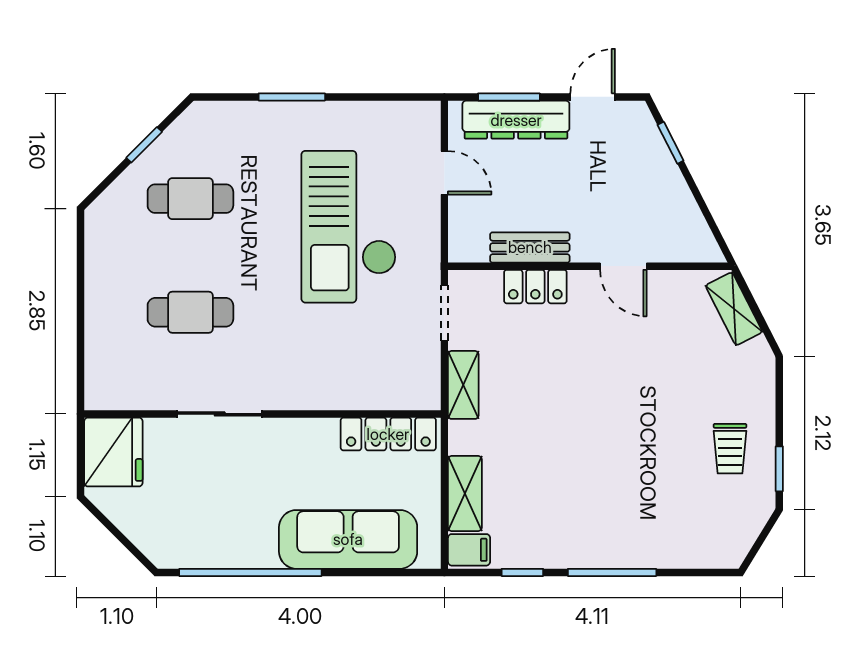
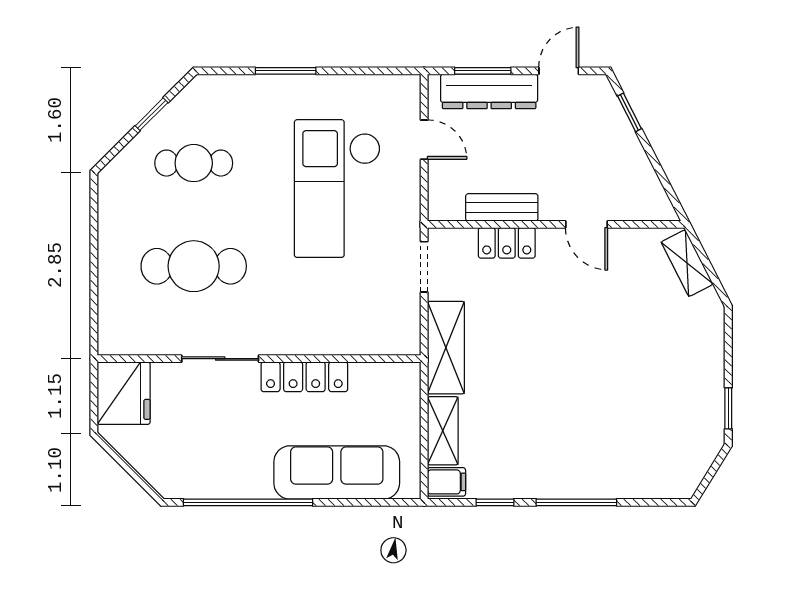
cafe table: (190, 312) -> (194, 266), width x1.37, depth x1.35
shelving: (463, 385) -> (446, 348), width x1.50, depth x1.33
locker: (388, 434) -> (304, 377), moved
trolley: (730, 449) -> (683, 390), removed

